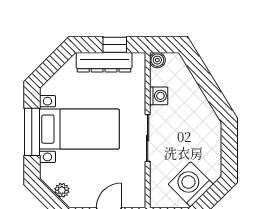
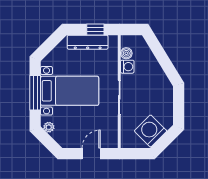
boiler: (157, 60) -> (126, 53), moved
plant: (62, 190) -> (49, 127), moved

